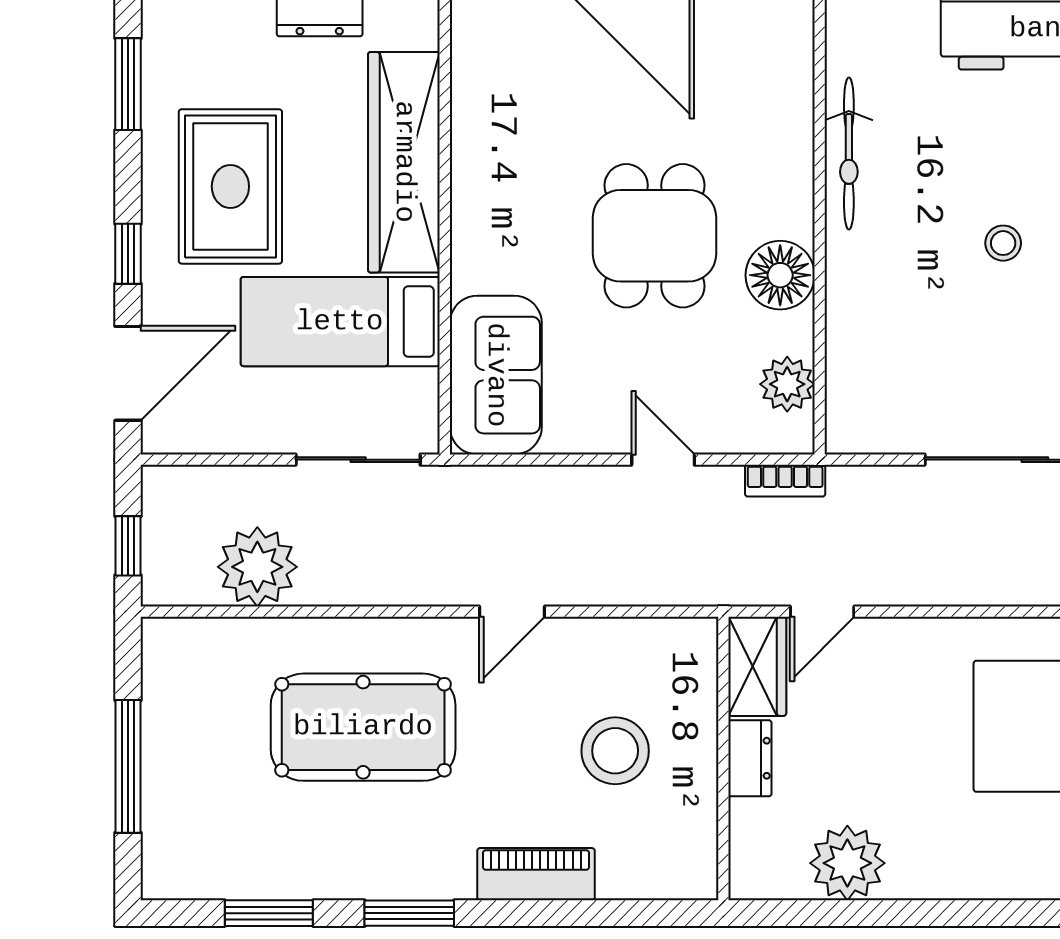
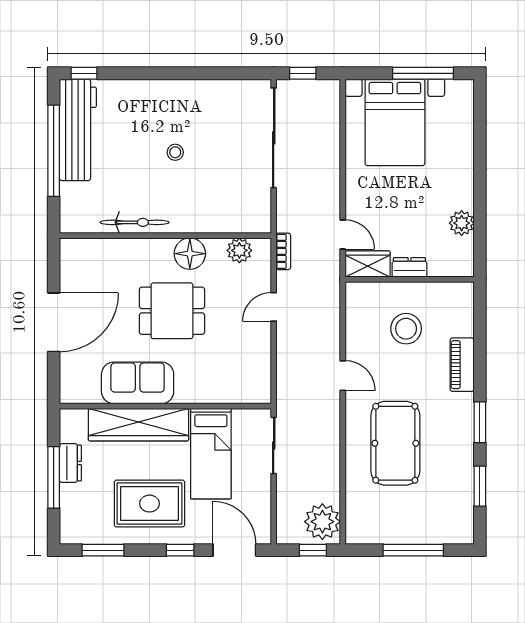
sofa: (496, 375) -> (138, 383), moved
plant: (257, 567) -> (322, 522), moved
plant: (847, 863) -> (462, 223), width x0.73, depth x0.73

